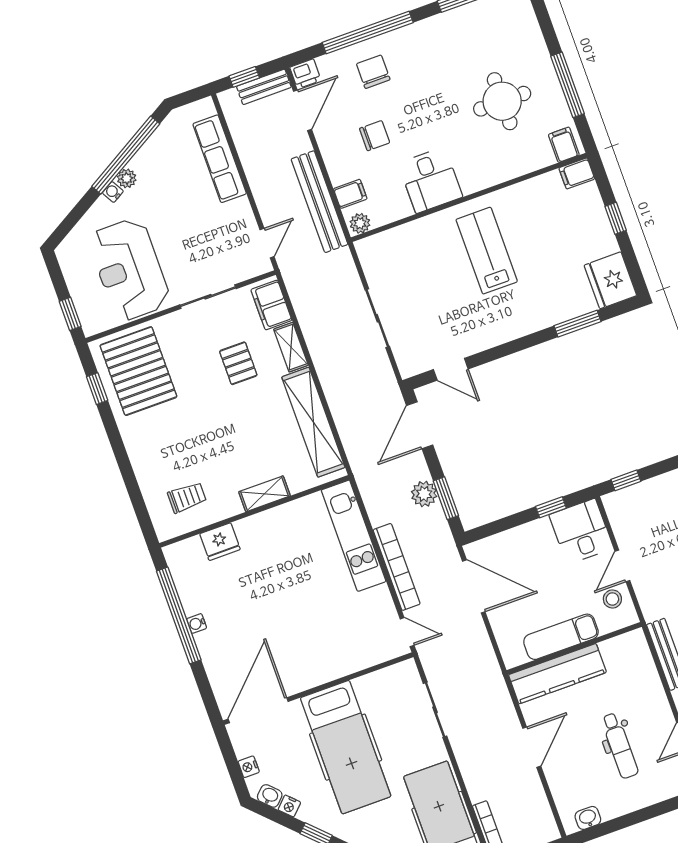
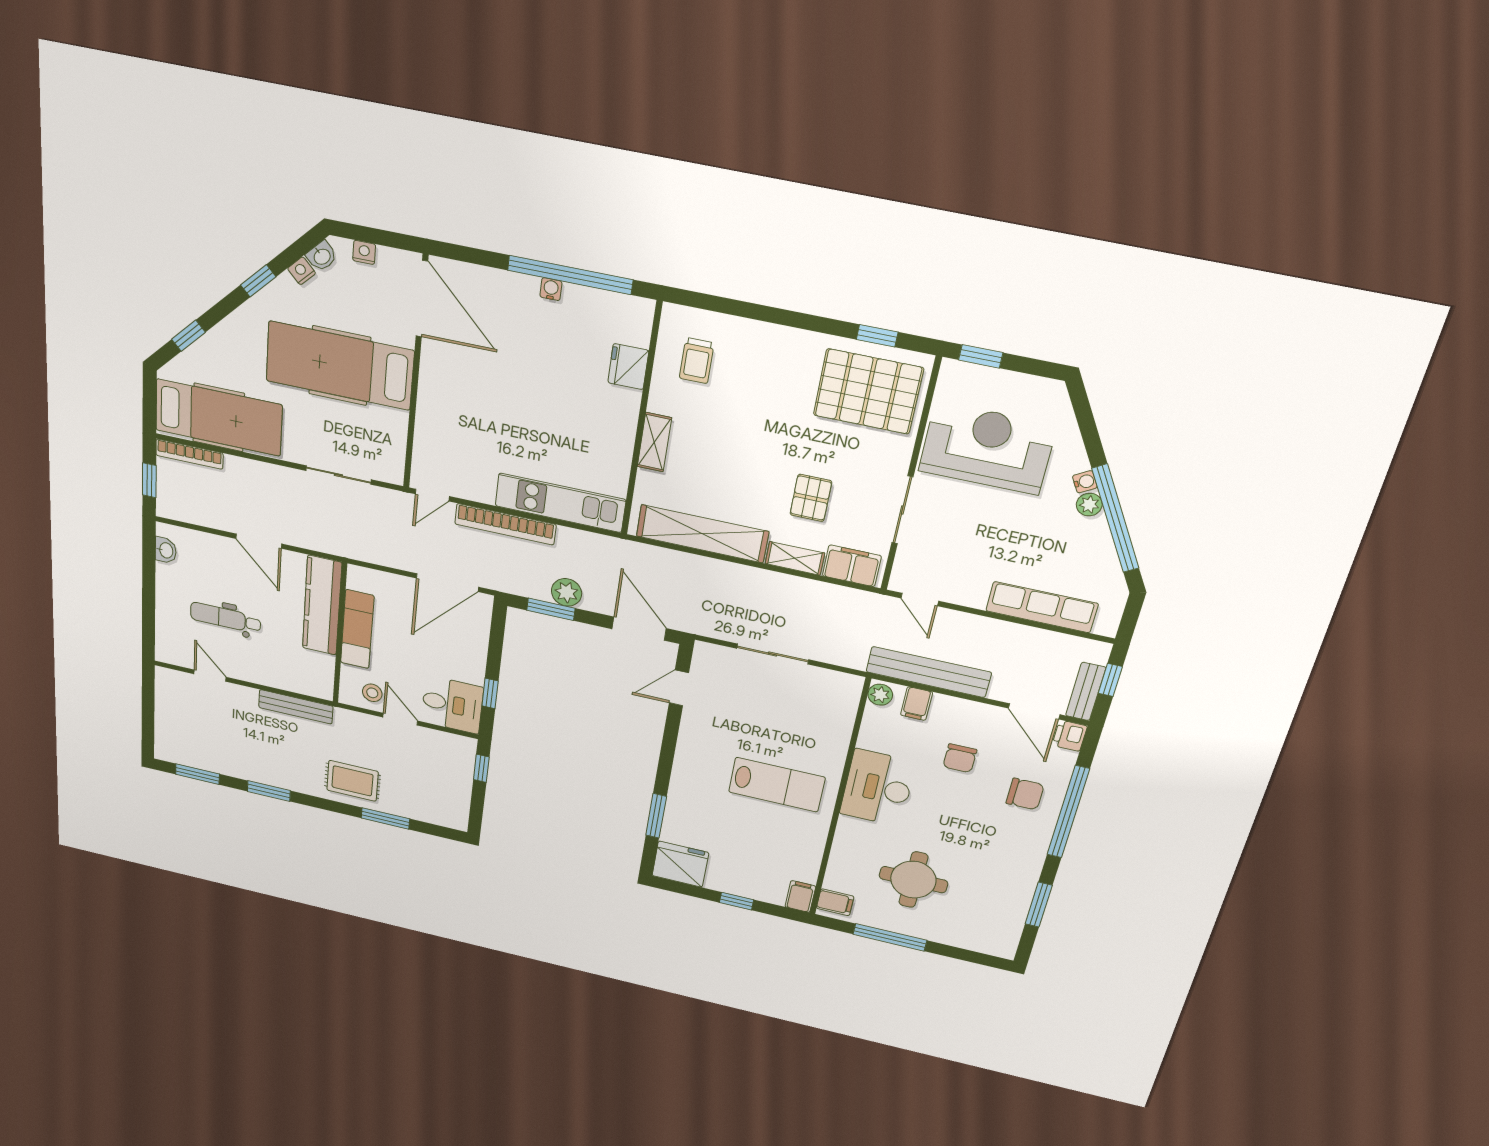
desk: (430, 180) -> (878, 788), width x1.37
pallet: (238, 363) -> (811, 498), turned 90

